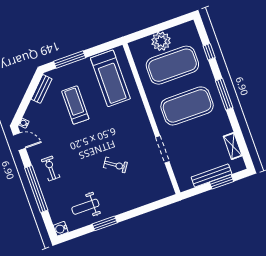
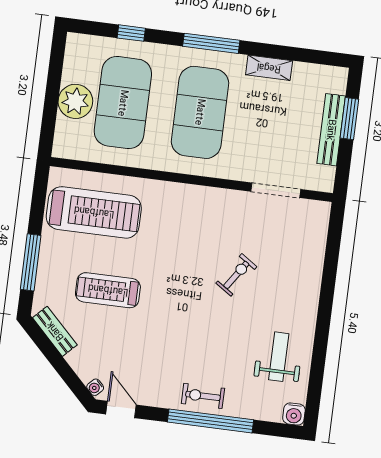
door: (19, 142) -> (121, 409), hinge flipped
shelving: (233, 146) -> (269, 68), moved
doorway: (162, 149) -> (276, 190), moved
exercise bike: (51, 168) -> (203, 396), moved
weight bench: (85, 207) -> (279, 357), turned 180
window: (105, 223) -> (321, 339), removed

